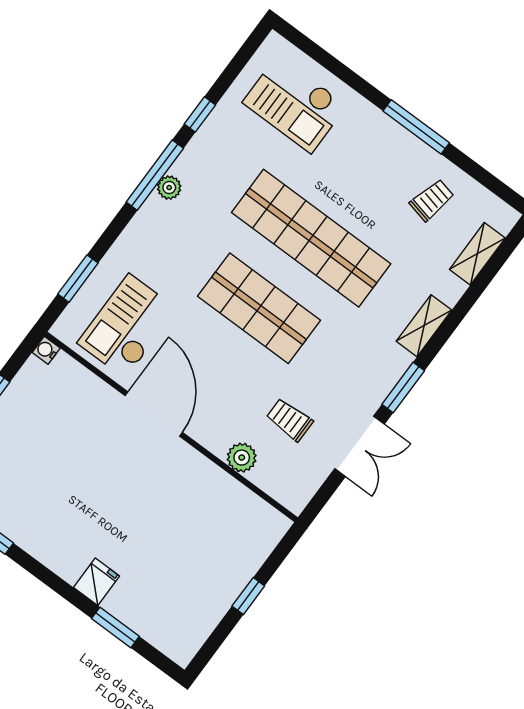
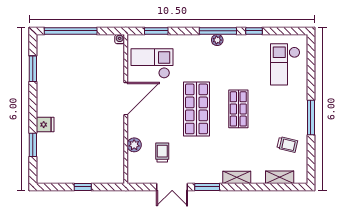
shop shelf: (311, 238) -> (238, 109), width x0.50, depth x0.74

